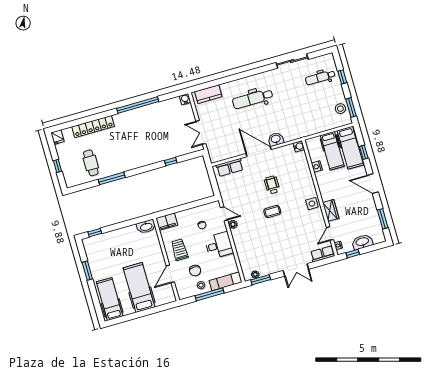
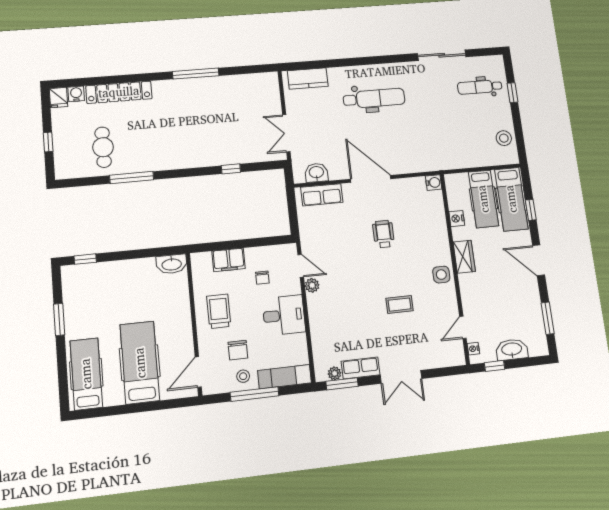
water cooler: (185, 99) -> (76, 94), moved
dental chair: (253, 99) -> (374, 98), turned 180
window: (138, 105) -> (196, 74), width x0.68
window: (351, 108) -> (520, 140), removed
washbasin: (276, 139) -> (316, 173), moved
wardrobe: (331, 210) -> (464, 257), moved
coffee table: (272, 212) -> (400, 304), moved
filing cabinet: (167, 222) -> (229, 260), moved
row of seats: (323, 254) -> (361, 368), moved
door: (170, 274) -> (198, 372), moved

